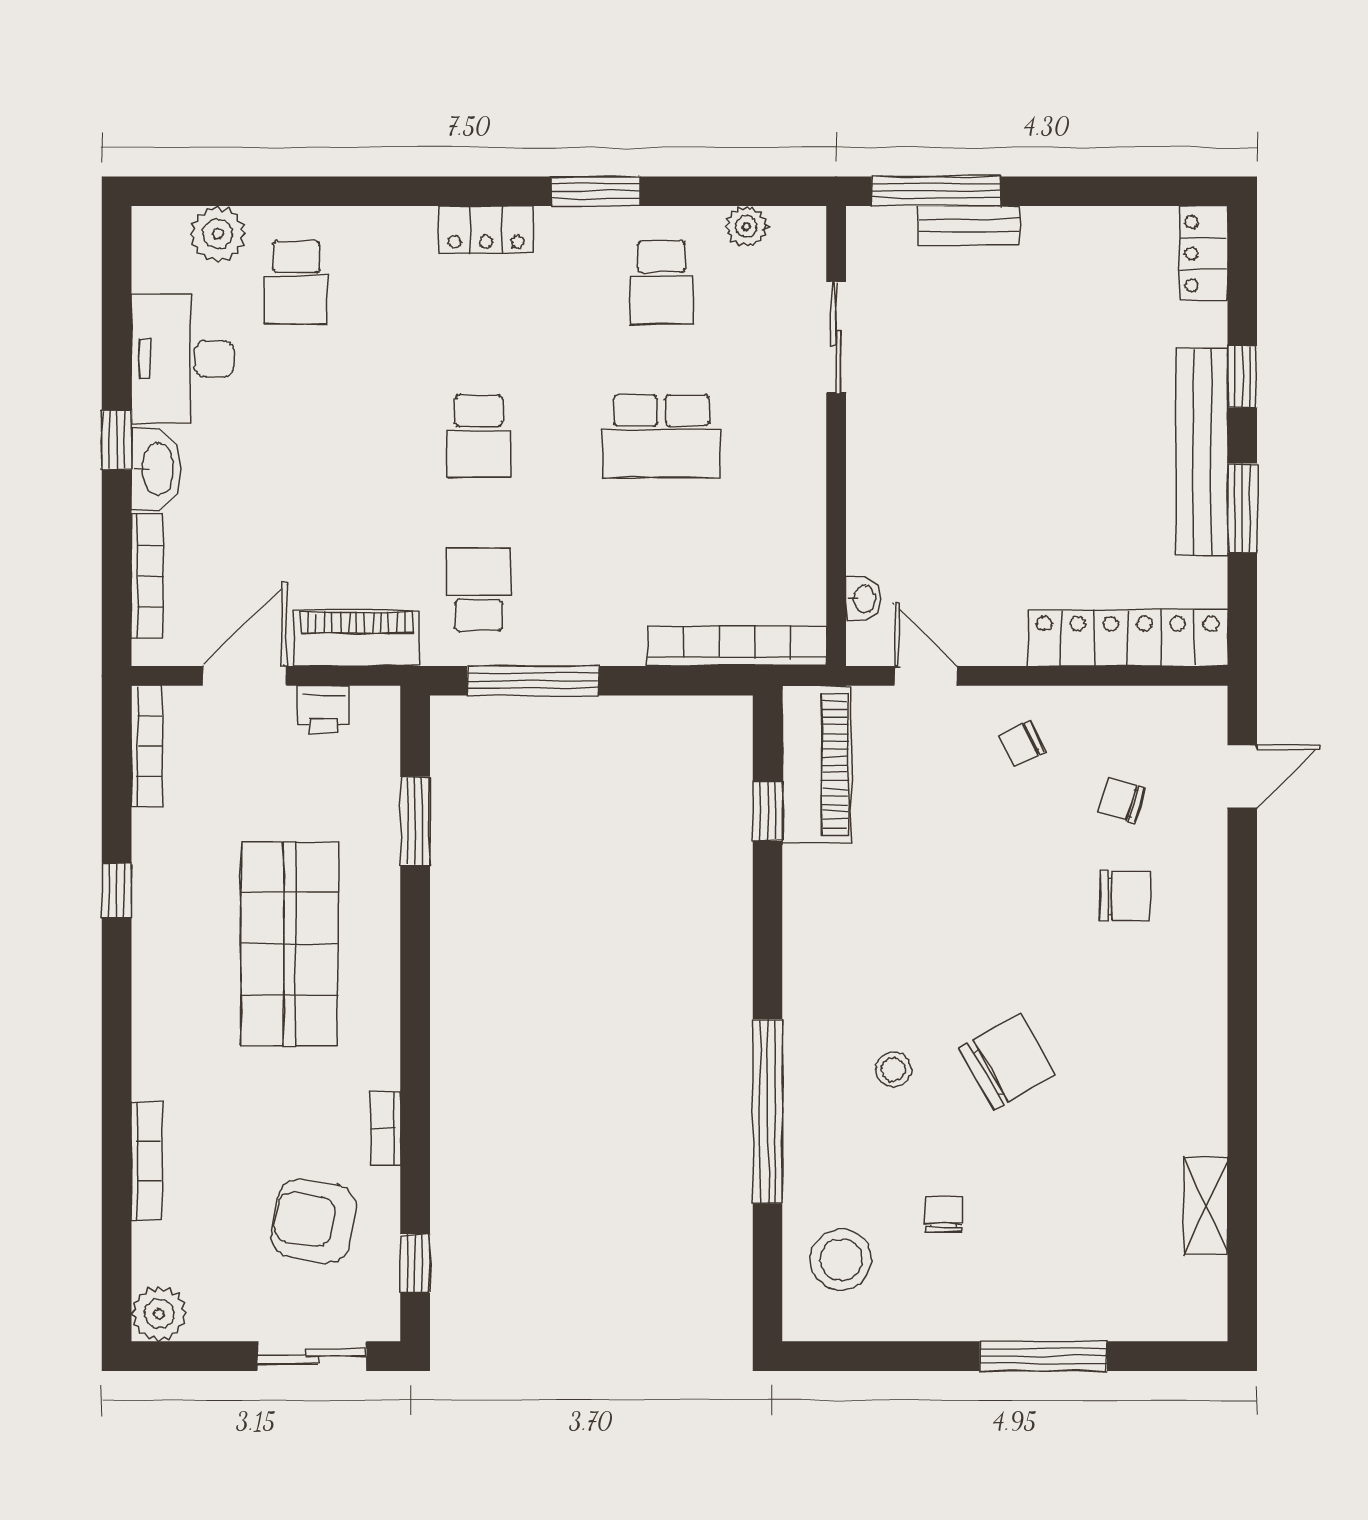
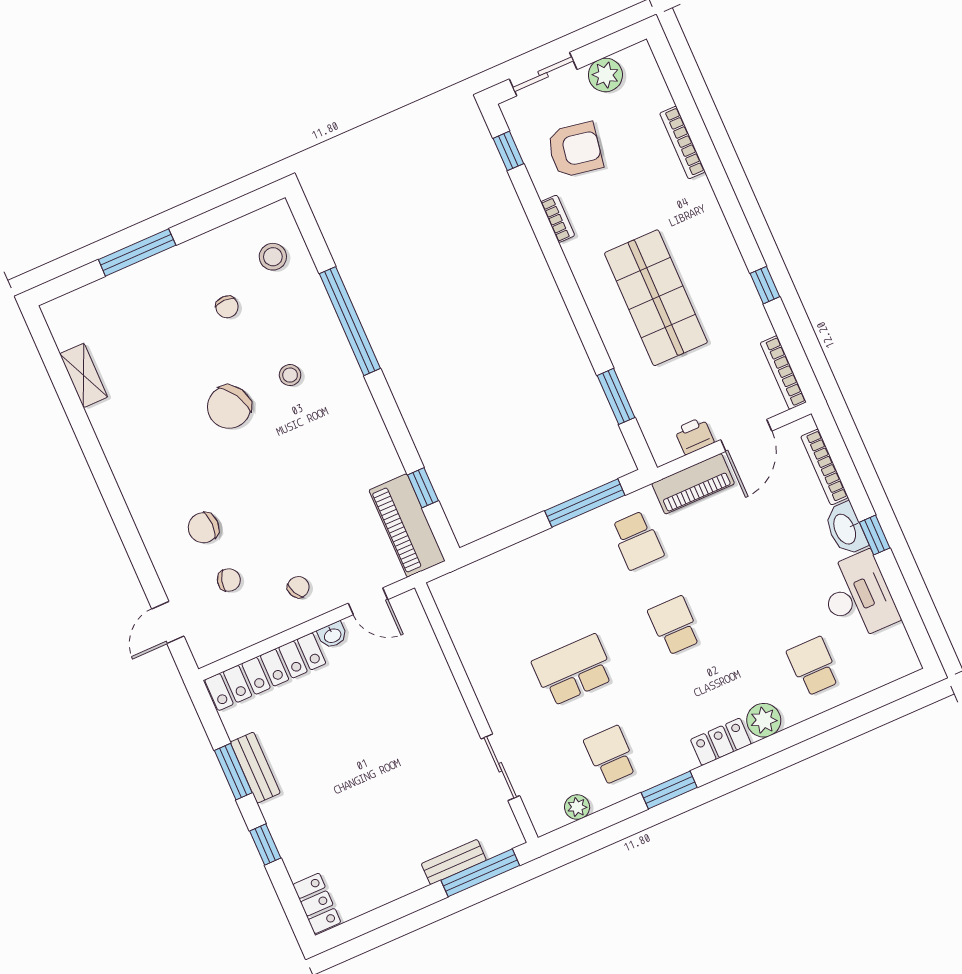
plant: (218, 234) -> (764, 720), moved
bench: (1202, 452) -> (255, 768), width x0.54, depth x0.82
washbasin: (863, 599) -> (332, 635), moved, turned -90
bookcase: (737, 646) -> (480, 572), removed
stool: (841, 1260) -> (273, 257), width x0.73, depth x0.73
plant: (159, 1314) -> (605, 75), moved

